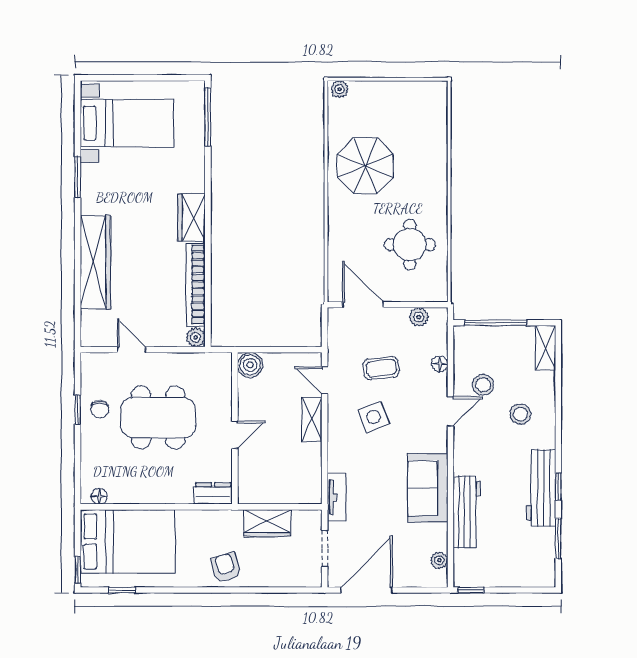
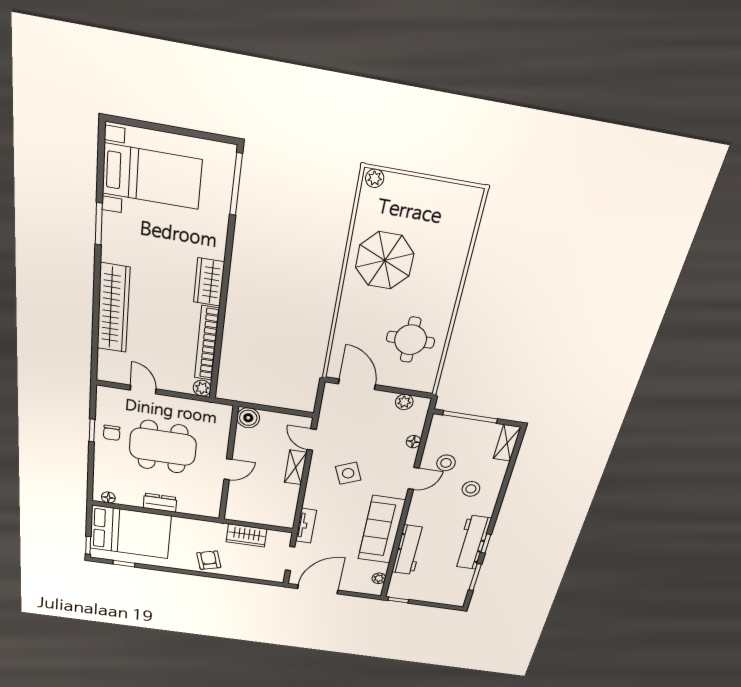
coffee table: (381, 368) -> (362, 437), removed
sofa: (428, 488) -> (382, 530), width x1.36
dresser: (213, 493) -> (160, 503), moved

